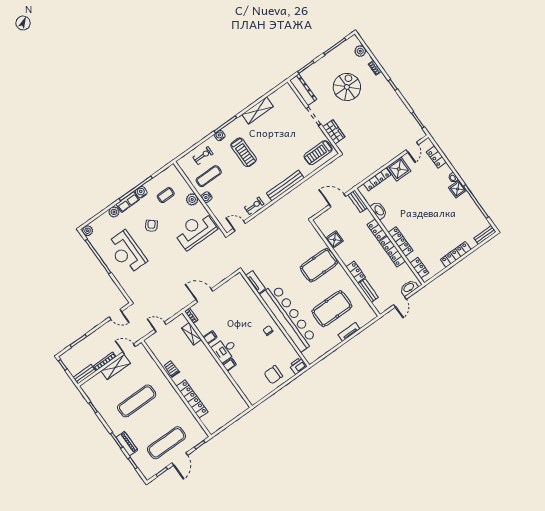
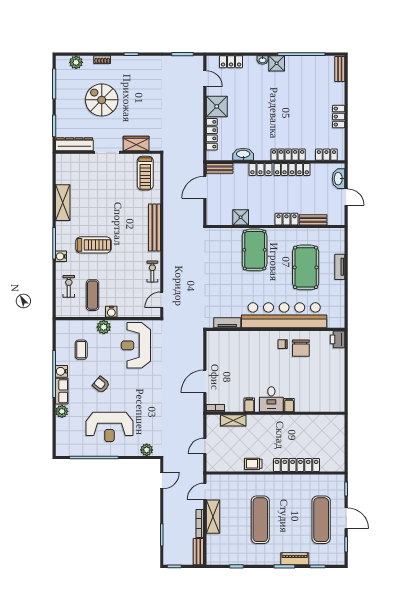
plant: (88, 231) -> (147, 450), moved
locker: (456, 254) -> (339, 117), width x0.66
chair: (273, 375) -> (301, 348), moved

